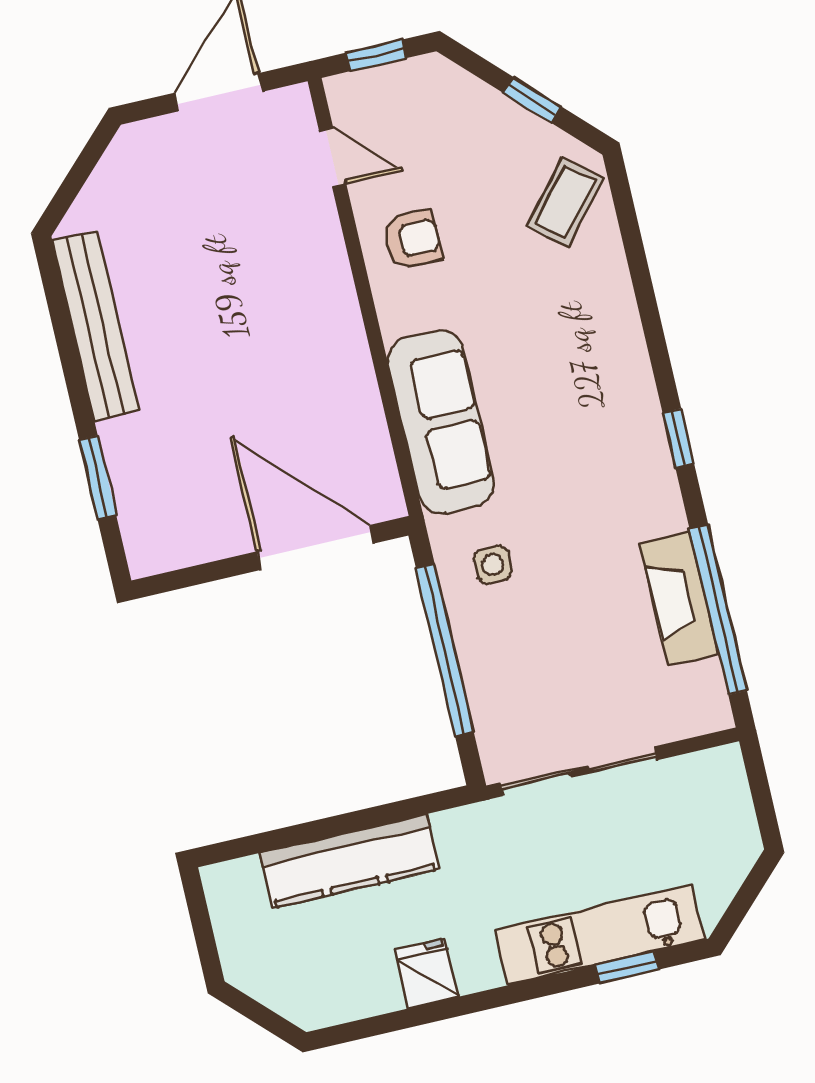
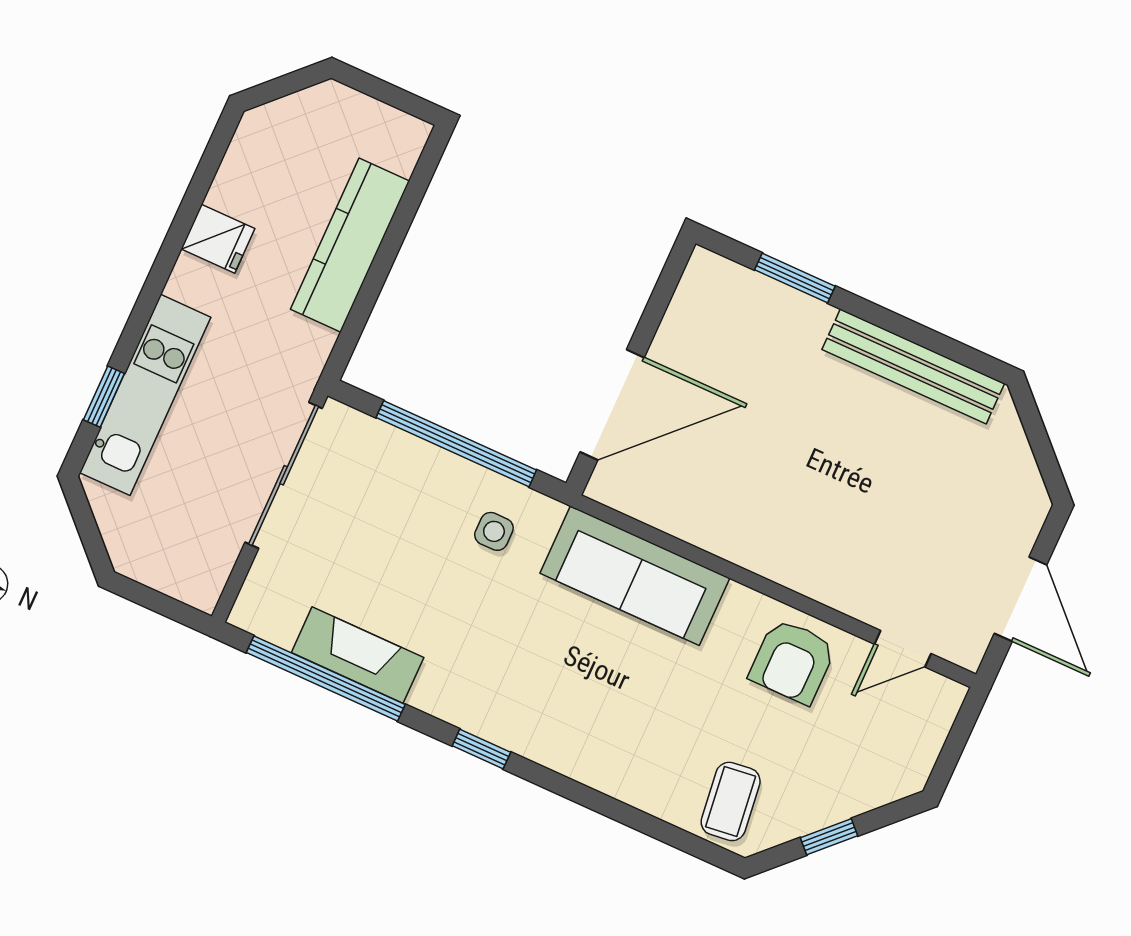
window: (376, 55) -> (956, 742), removed
coffee table: (565, 202) -> (731, 801), turned 43
armchair: (412, 239) -> (792, 661), width x1.38, depth x1.38

